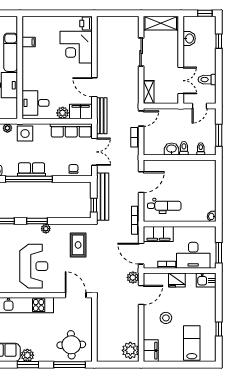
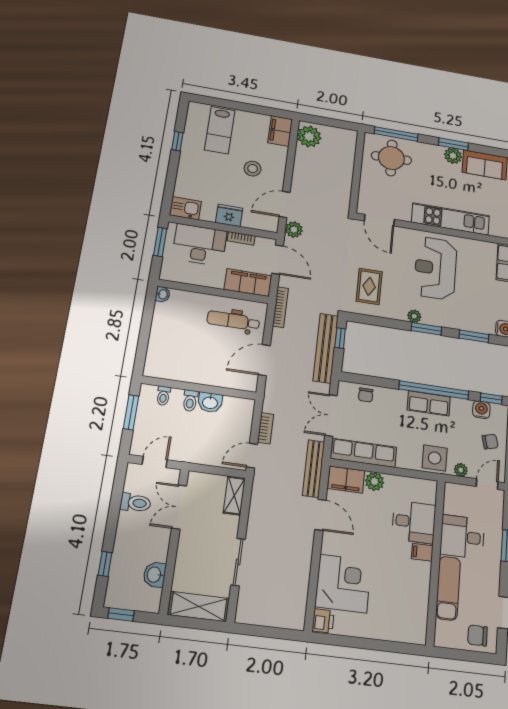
filing cabinet: (29, 42) -> (422, 552), moved
desk: (35, 103) -> (414, 522), moved

